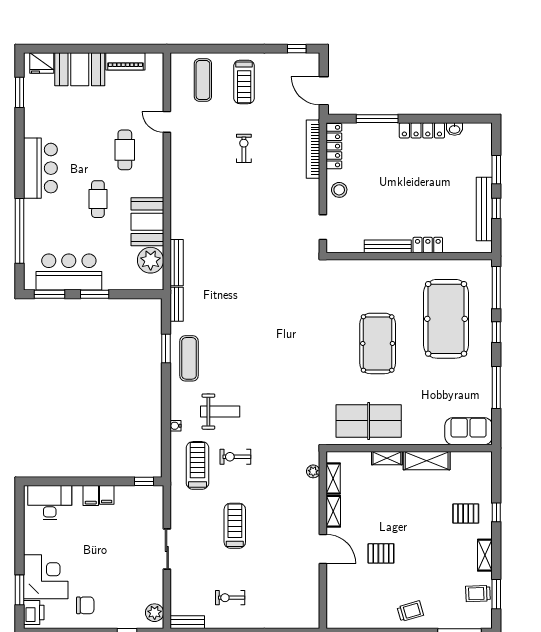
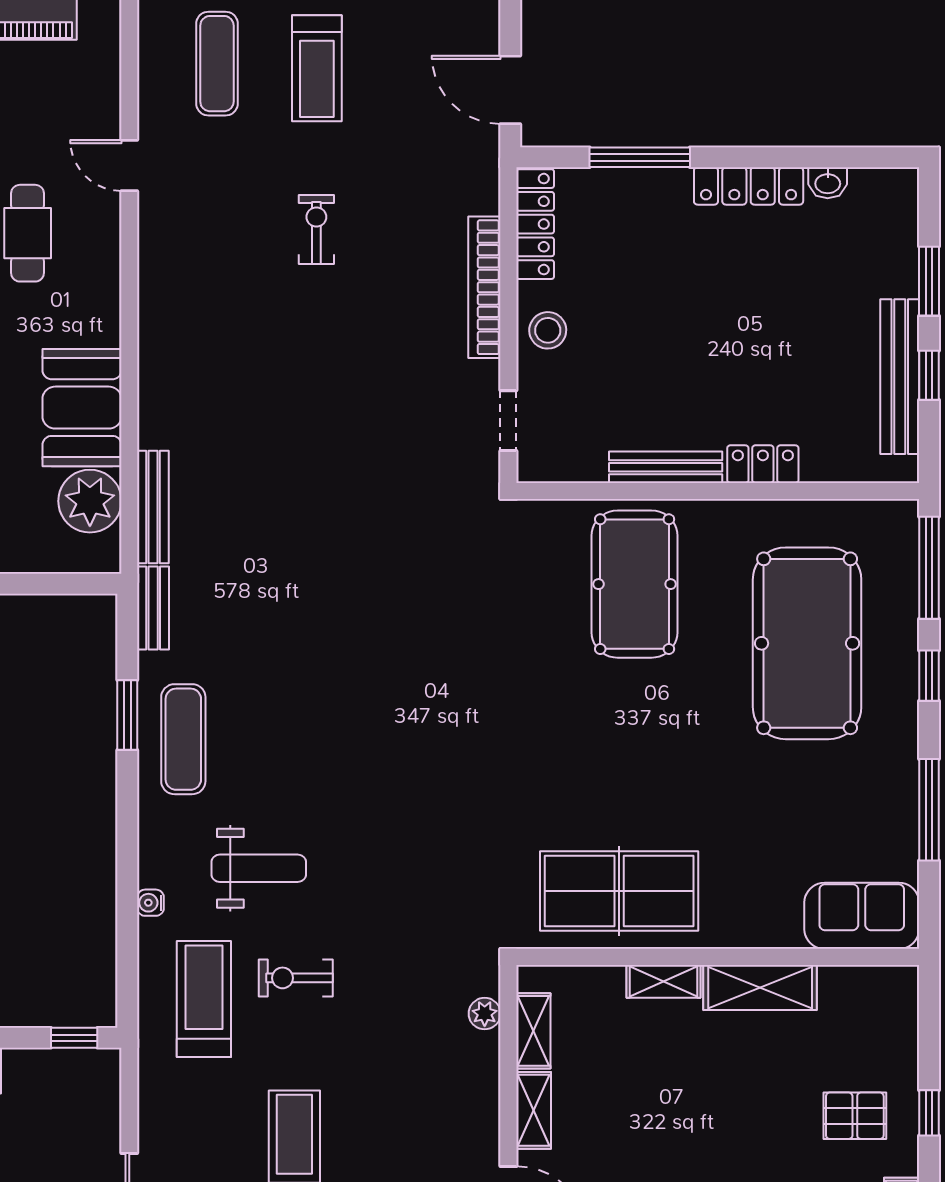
bookcase: (313, 149) -> (484, 287), moved
pool table: (378, 343) -> (635, 584), moved

